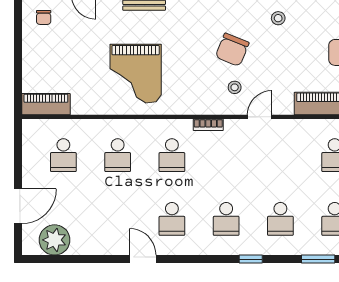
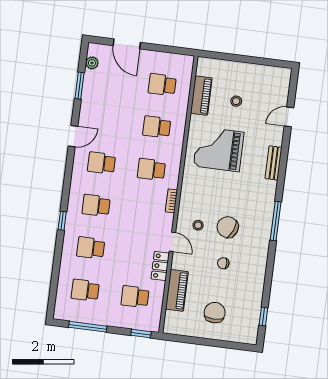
chair: (44, 17) -> (223, 263), moved
stool: (278, 18) -> (236, 101), moved
piano: (46, 104) -> (201, 96), moved
locker: (292, 128) -> (160, 266), added
plant: (55, 240) -> (92, 63), width x0.53, depth x0.53
window: (318, 259) -> (80, 86), moved

